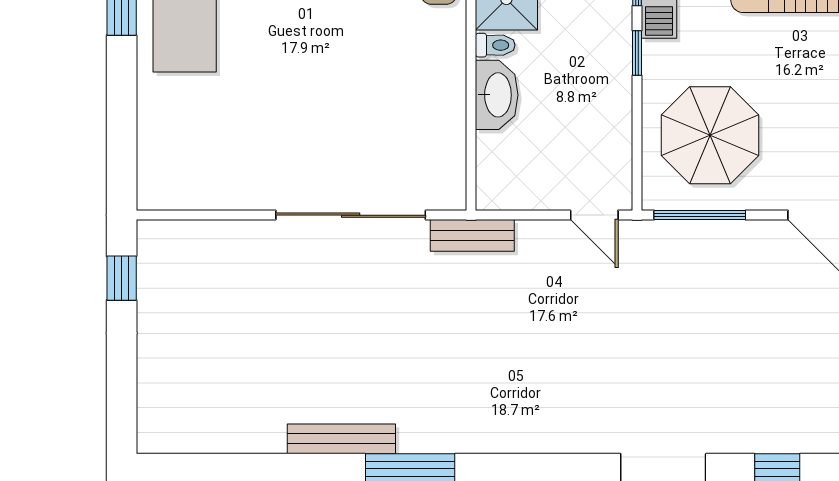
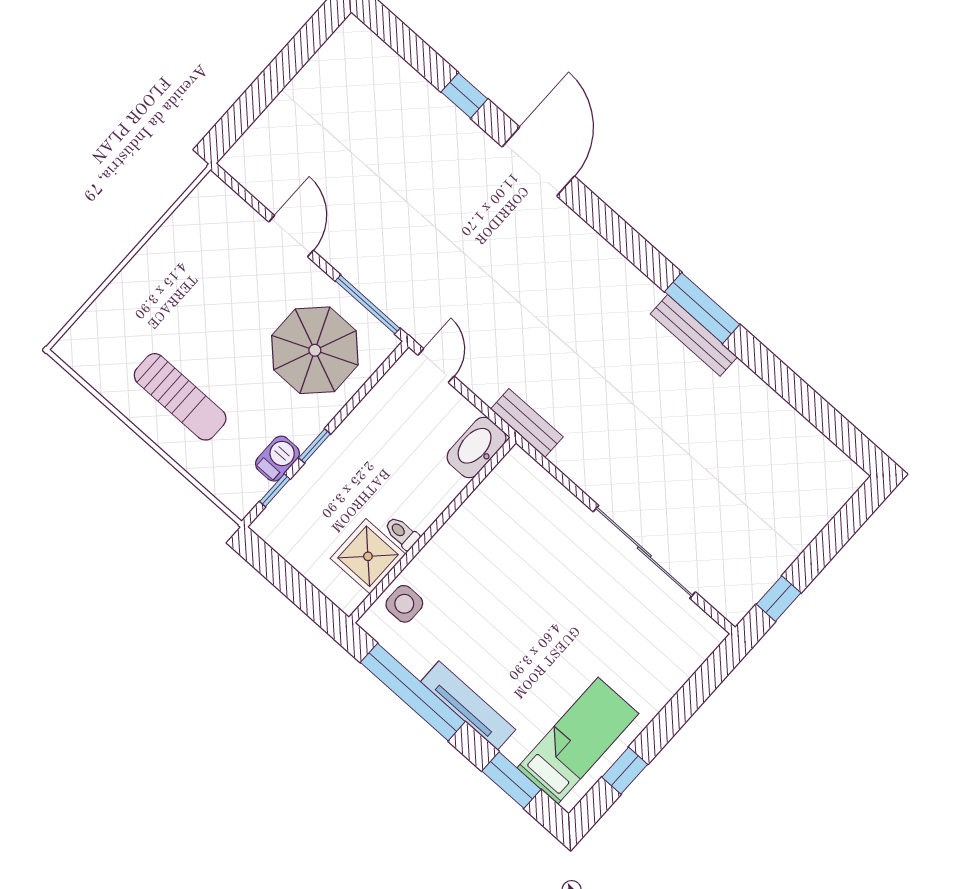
washbasin: (497, 95) -> (477, 447), moved
sliding door: (351, 215) -> (644, 552), moved
bench: (341, 439) -> (694, 335), moved

